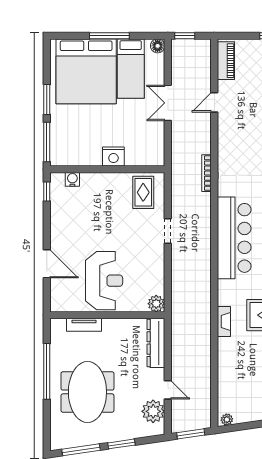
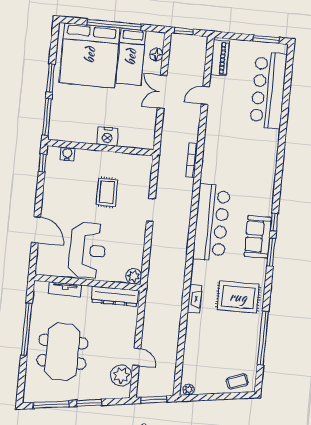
window: (109, 36) -> (114, 25), width x1.46
floor lamp: (158, 46) -> (156, 55), moved
rug: (143, 192) -> (107, 192), moved
dresser: (156, 343) -> (115, 296), moved, turned -90

